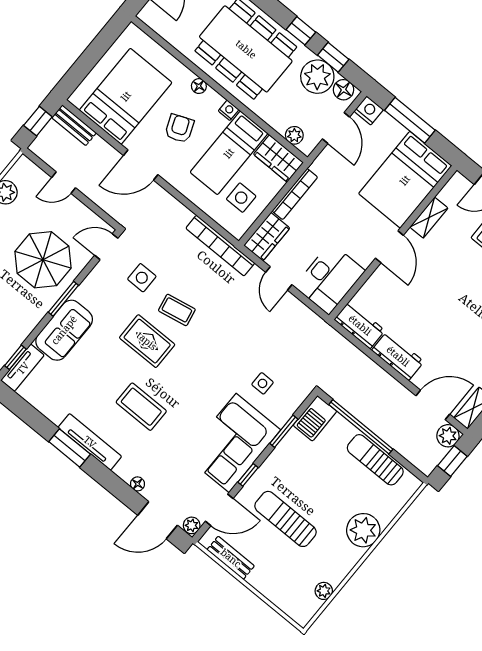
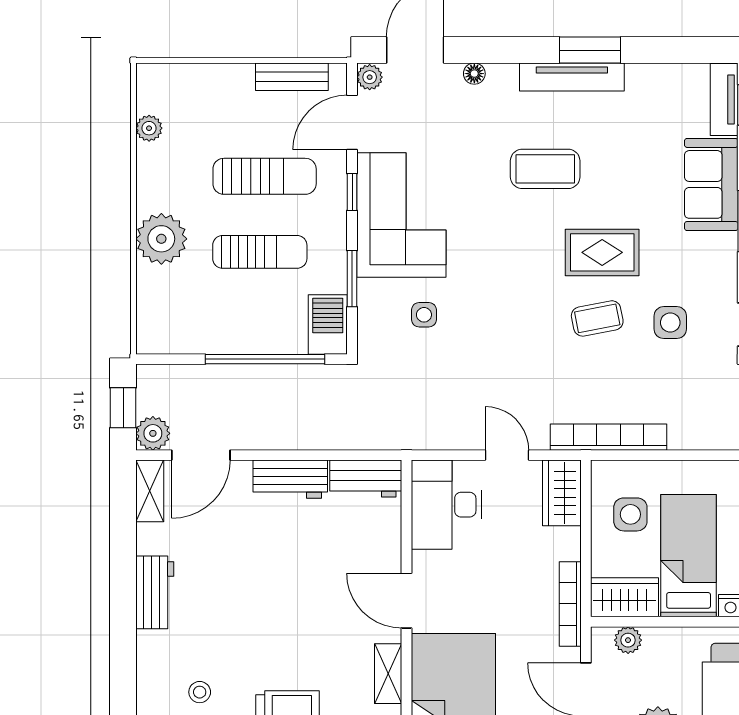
bookcase: (295, 194) -> (570, 604), moved
sun lounger: (375, 460) -> (260, 252), moved

